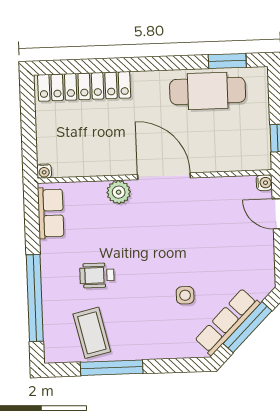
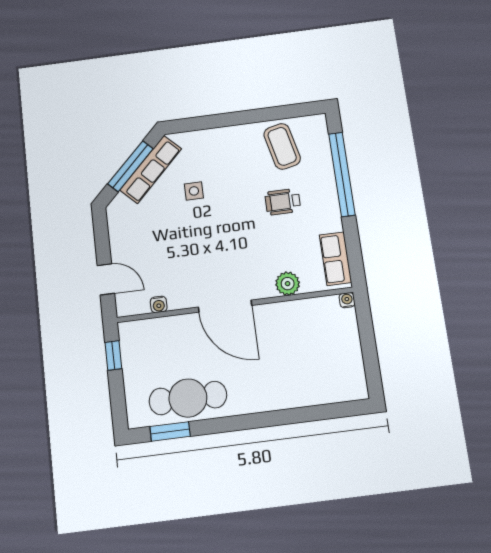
locker: (84, 86) -> (316, 391), removed
water cooler: (264, 183) -> (159, 304), moved, turned -90
plant: (119, 192) -> (288, 284), moved
wheelchair: (97, 275) -> (283, 202), turned 180
window: (112, 368) -> (259, 115), removed

